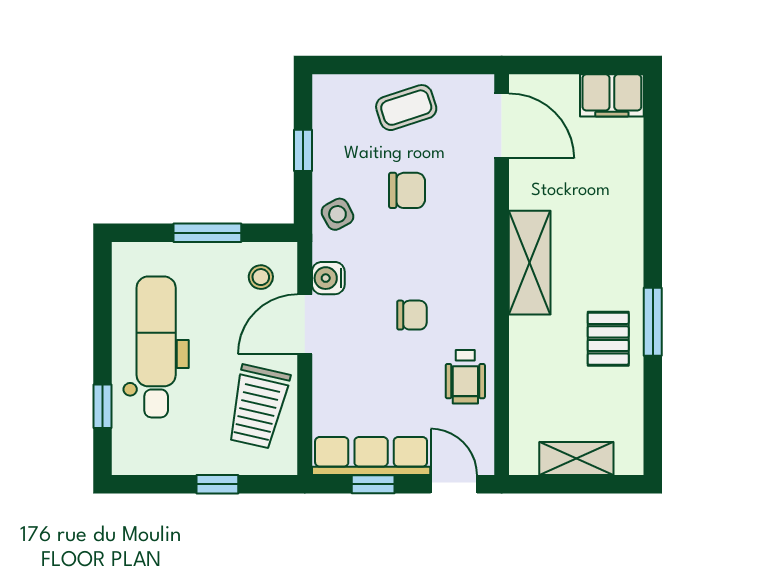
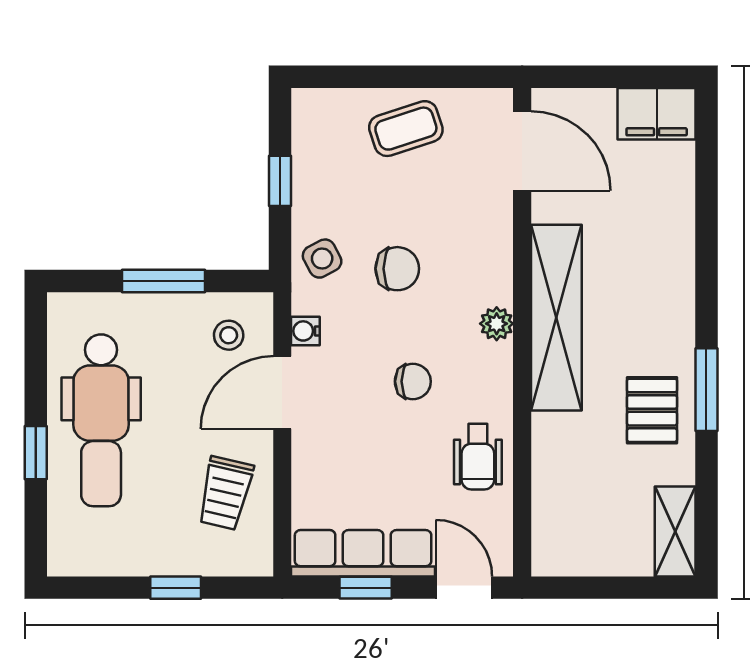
chair: (407, 190) -> (397, 269), moved
shelving: (530, 263) -> (556, 318), width x1.47
plant: (481, 268) -> (497, 324), added
water cooler: (328, 278) -> (305, 331), width x0.72, depth x0.72
dental chair: (156, 347) -> (101, 420), turned 180
window: (102, 406) -> (36, 453), moved
trolley: (258, 407) -> (225, 493), width x0.73, depth x0.72
shelving: (576, 458) -> (675, 531), moved, turned 90

